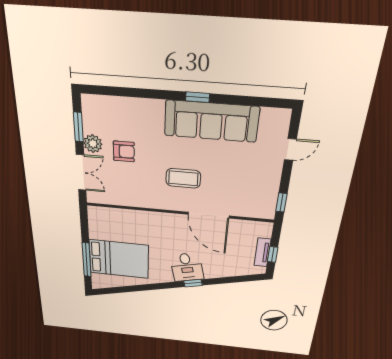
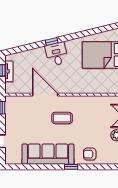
window: (198, 97) -> (71, 167), moved
armchair: (124, 151) -> (90, 154), moved

